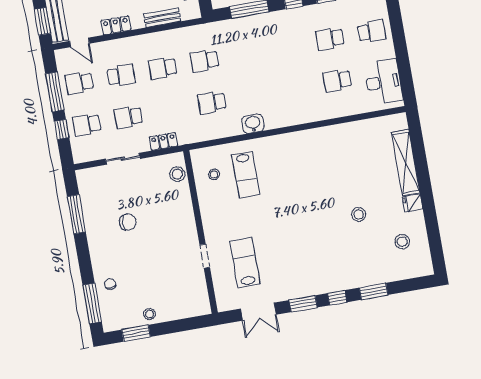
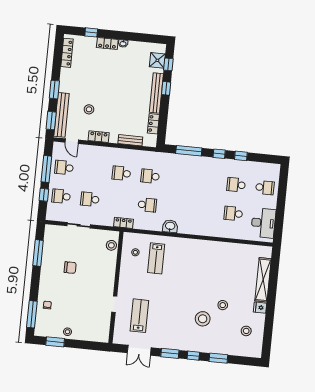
school desk: (121, 75) -> (93, 170), removed
school desk: (212, 103) -> (147, 205), turned 180
locker: (163, 141) -> (123, 223), moved
stool: (336, 242) -> (203, 319), added

